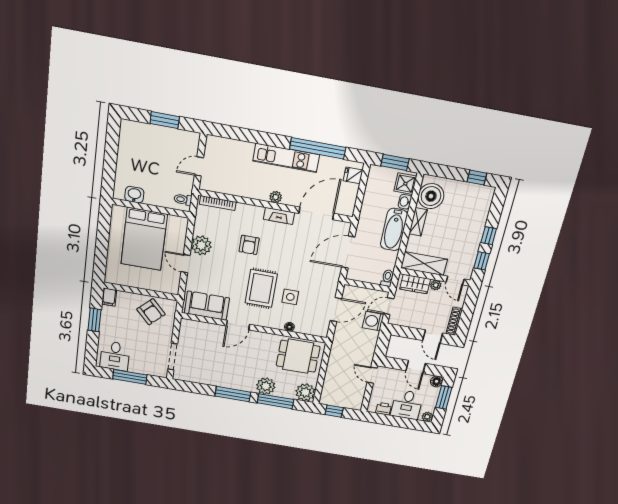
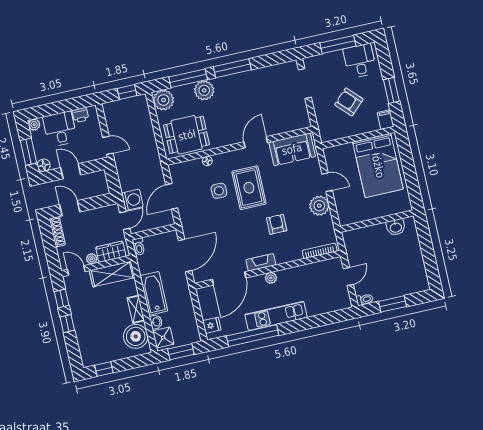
toilet: (183, 200) -> (365, 299), moved
bed: (144, 239) -> (378, 165), moved, turned 180
armchair: (151, 312) -> (349, 102), moved

